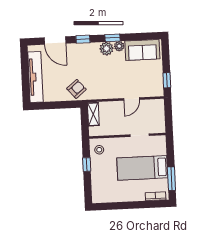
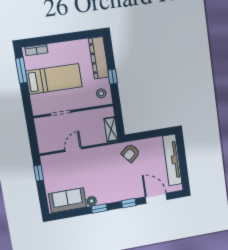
plant: (107, 49) -> (104, 197), removed
dresser: (98, 184) -> (99, 58), added

